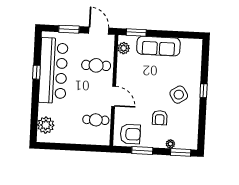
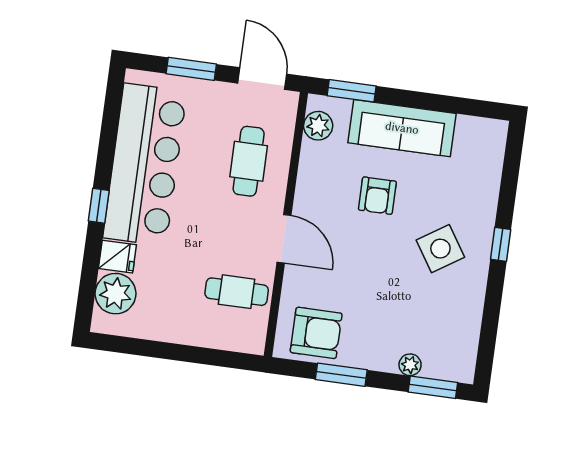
cafe table: (96, 65) -> (249, 161), turned 90
window: (36, 72) -> (99, 206), moved
fridge: (45, 110) -> (117, 257), added
armchair: (160, 118) -> (377, 196), moved

